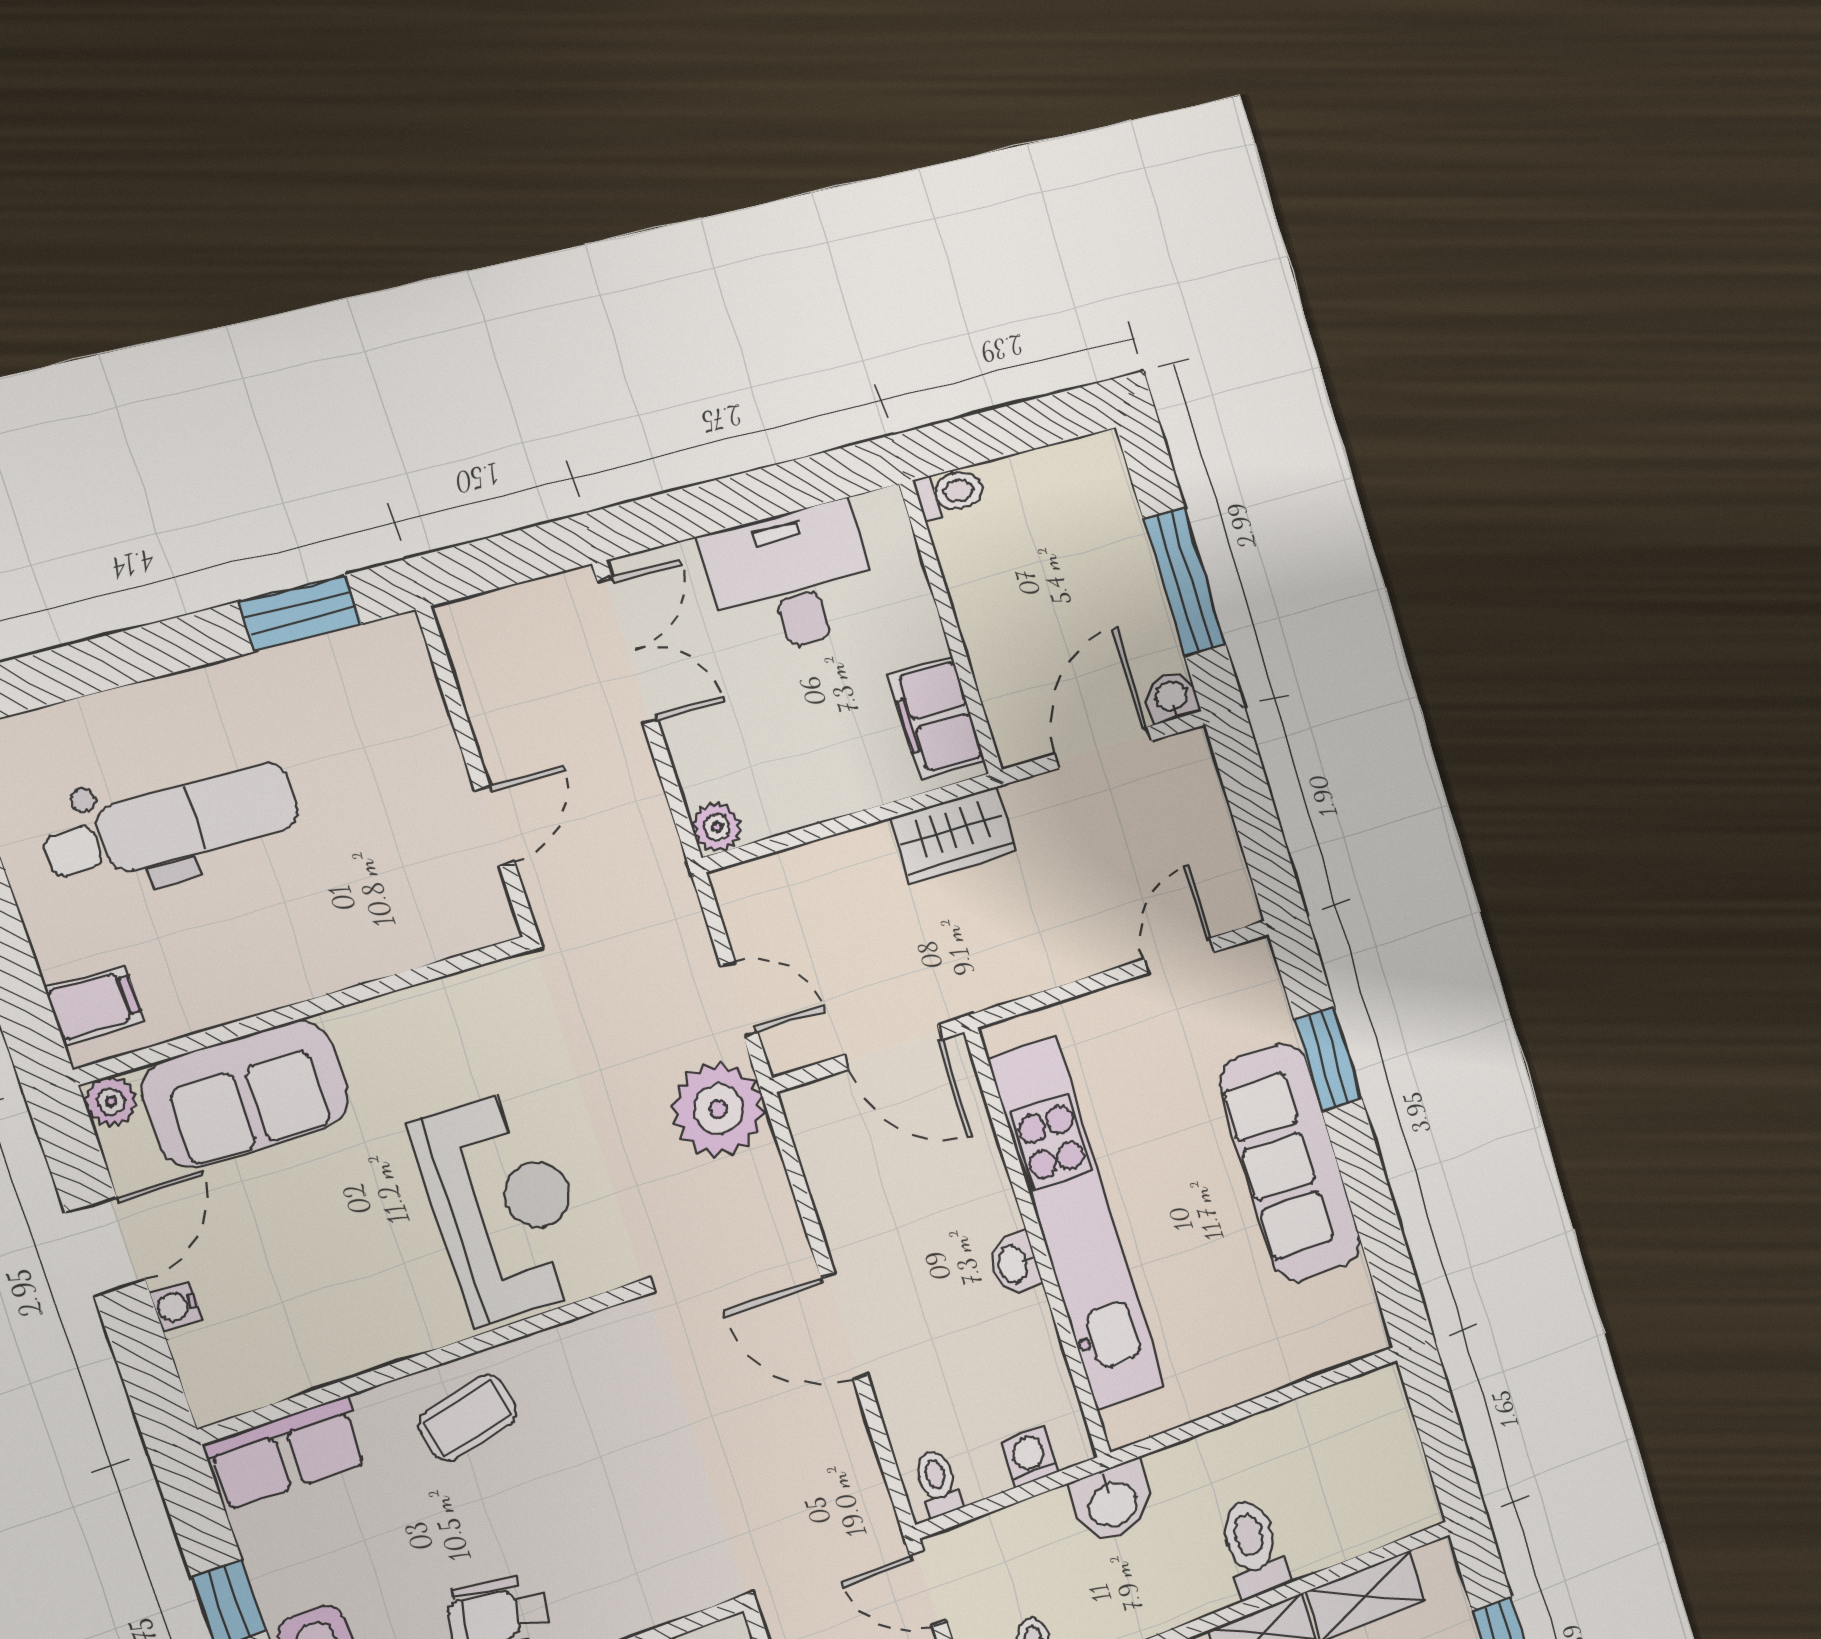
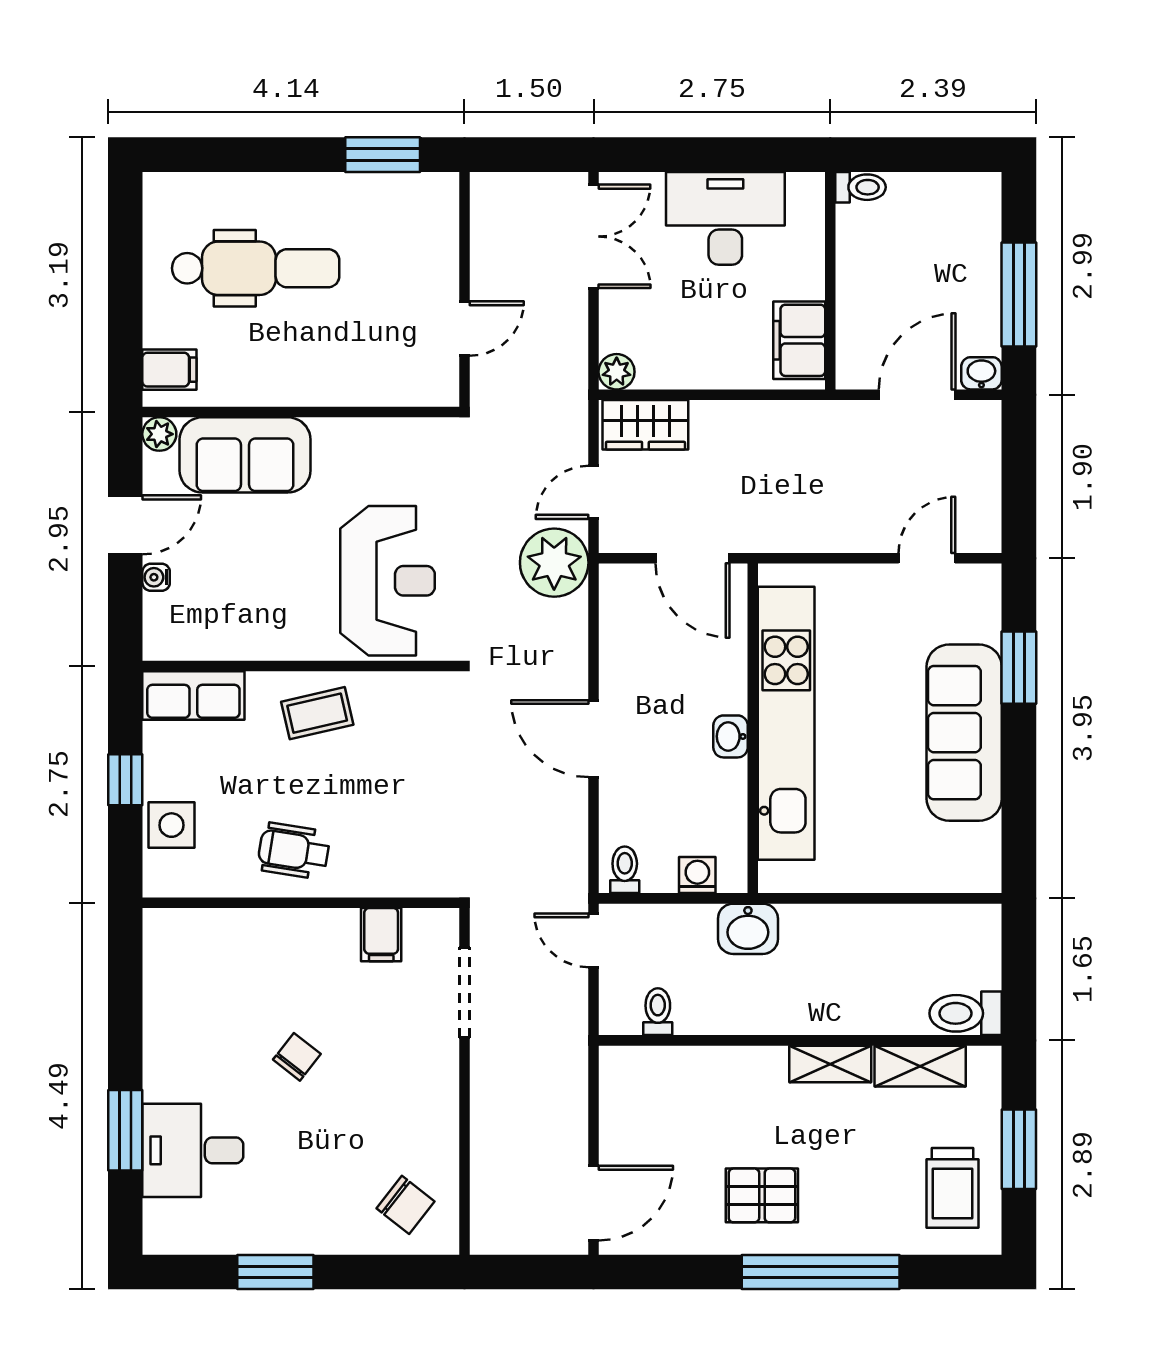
wardrobe: (953, 835) -> (645, 425), moved
door: (739, 999) -> (594, 492), swing flipped
toilet: (1253, 1548) -> (966, 1013), moved, turned -90

